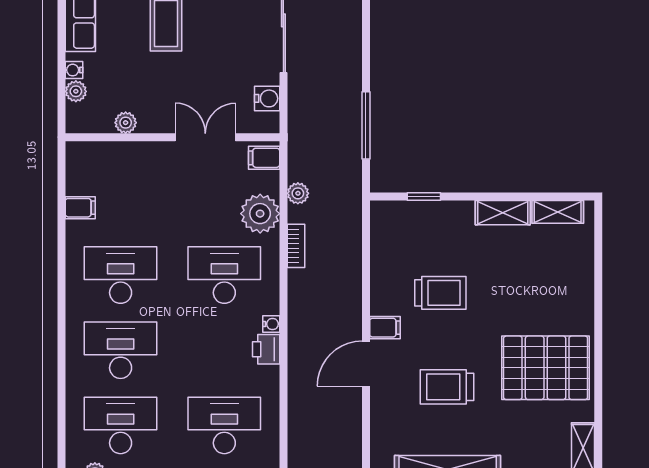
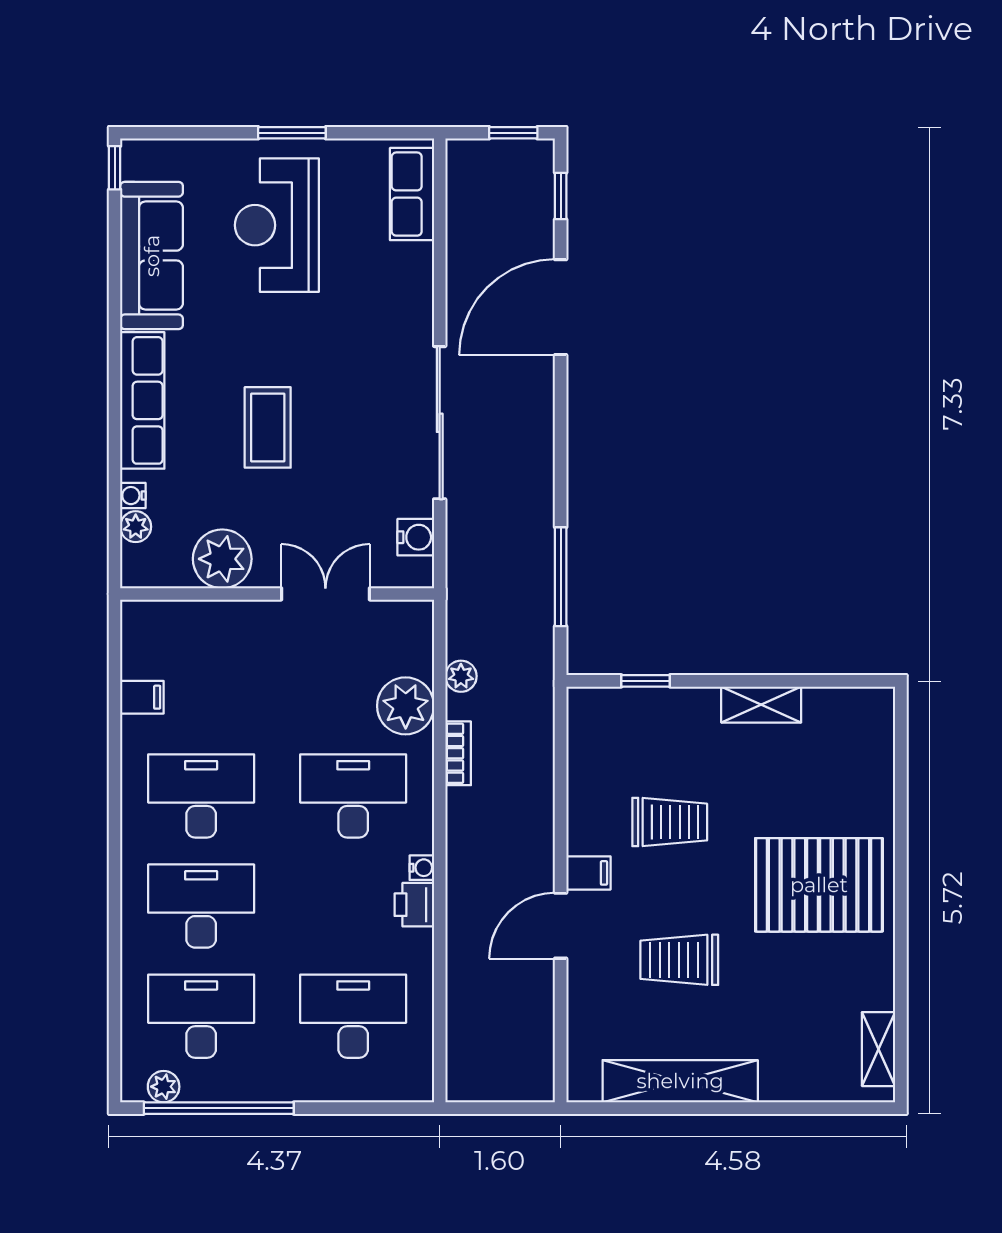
plant: (126, 123) -> (222, 559), width x1.87, depth x1.87
filing cabinet: (264, 158) -> (411, 624), removed
shelving: (558, 212) -> (842, 703), removed
pallet: (546, 368) -> (819, 885), moved

